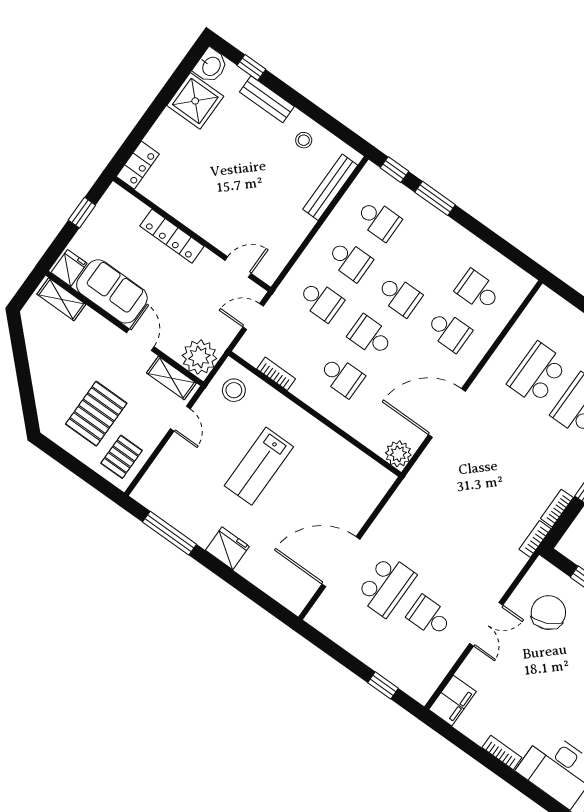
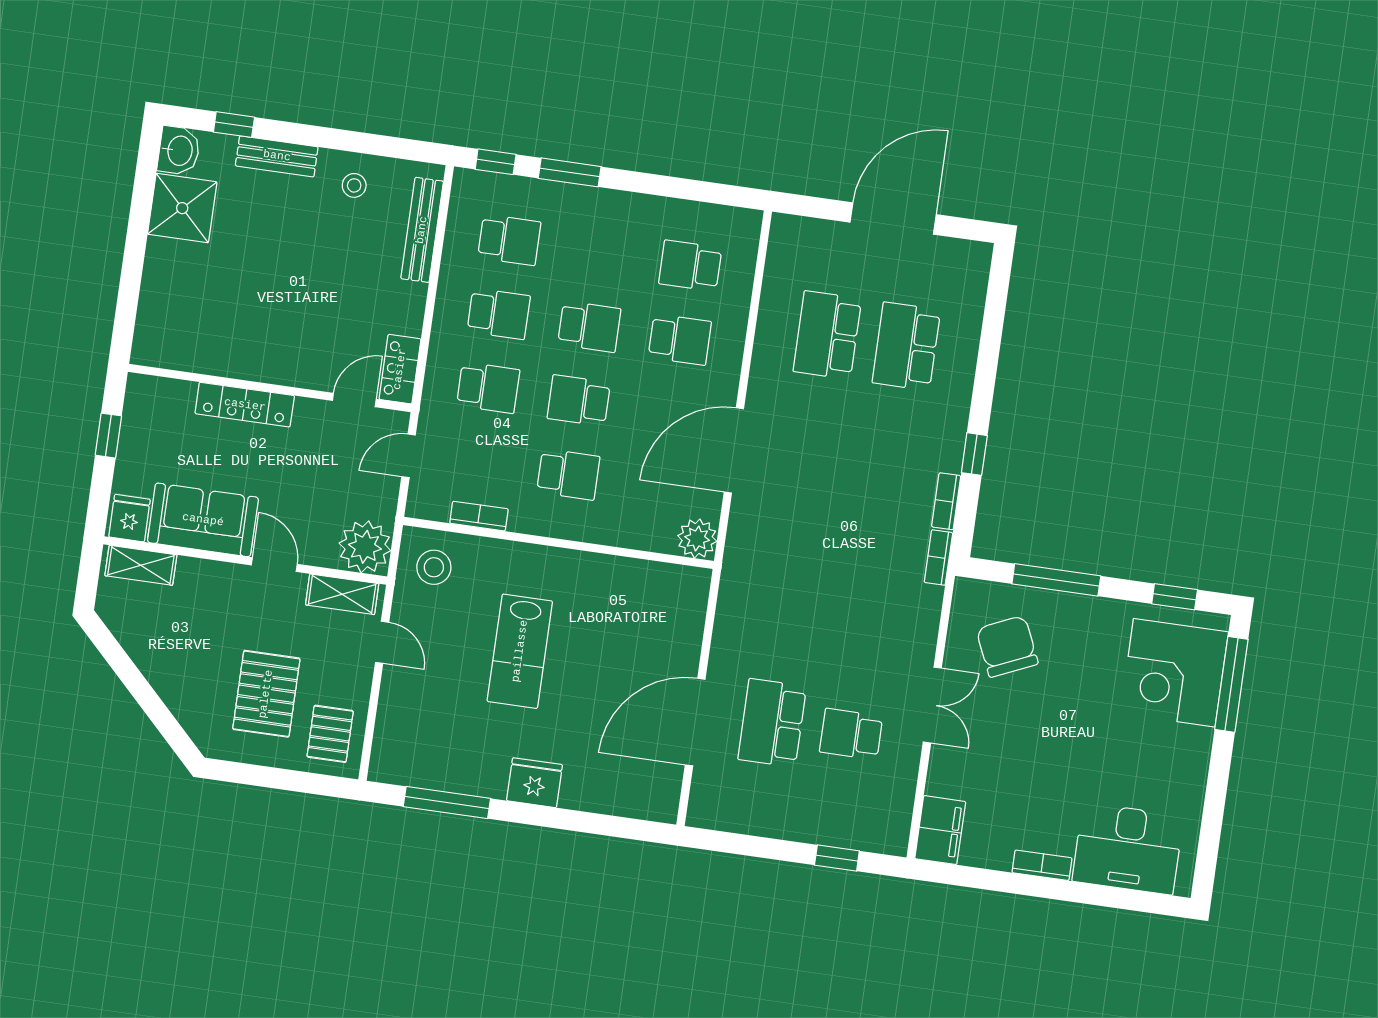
locker: (138, 165) -> (400, 369), moved, turned 180
school desk: (386, 586) -> (772, 723), turned 180

